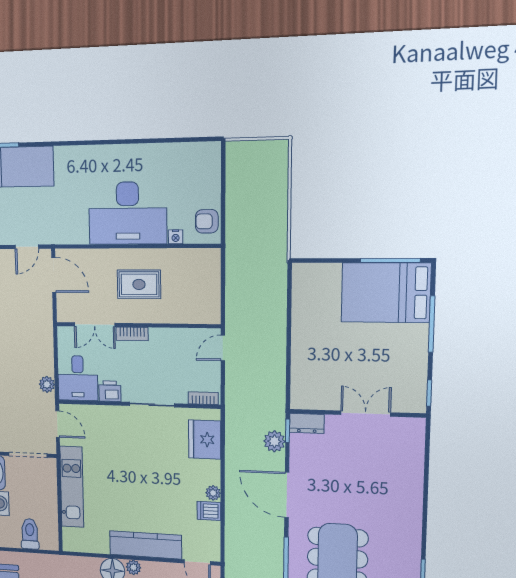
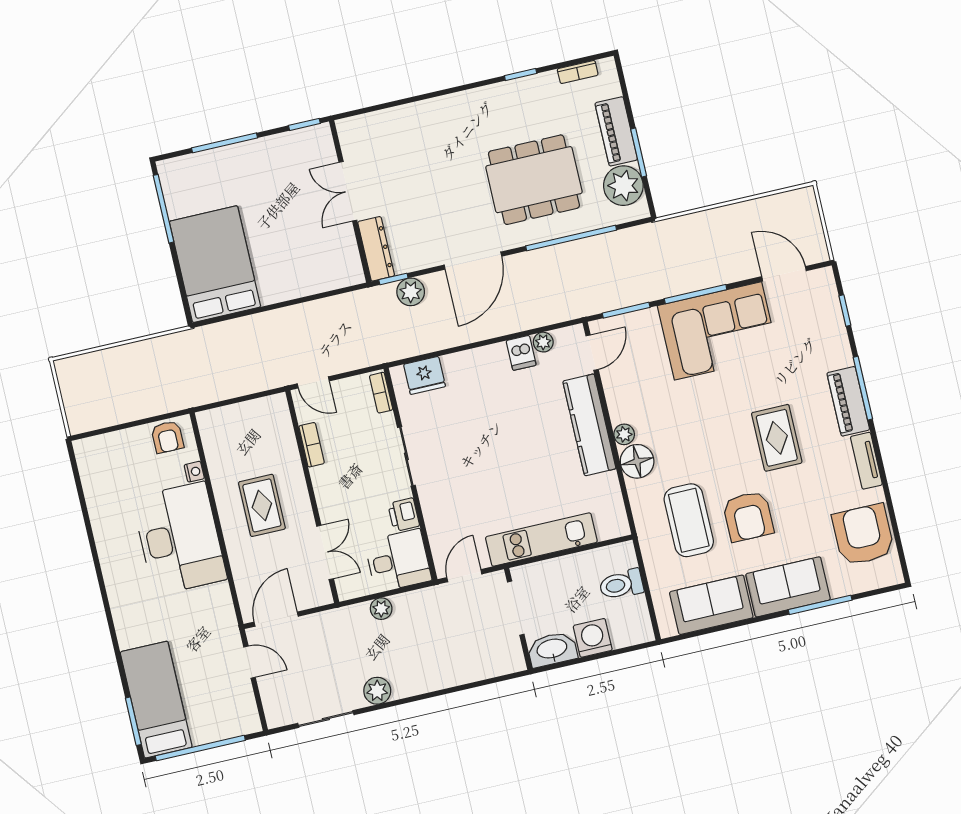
bed: (386, 293) -> (215, 264), moved, turned 180
bookcase: (132, 334) -> (312, 445), moved
plant: (47, 384) -> (381, 609), moved
dresser: (307, 423) -> (376, 249), width x1.44
fridge: (205, 440) -> (424, 375), width x0.73, depth x0.75
plant: (213, 493) -> (543, 342), moved

